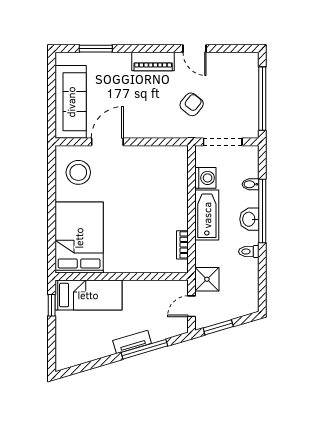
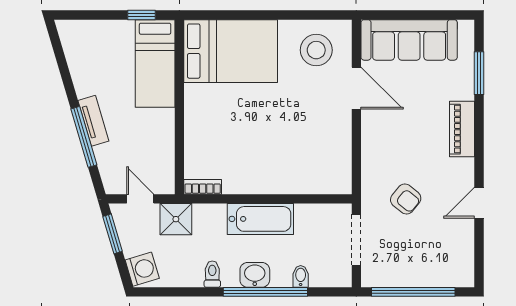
piano: (153, 61) -> (462, 129), moved
washing machine: (205, 178) -> (142, 269), moved, turned -107
bookcase: (182, 245) -> (203, 187), moved

